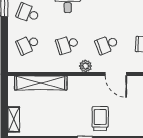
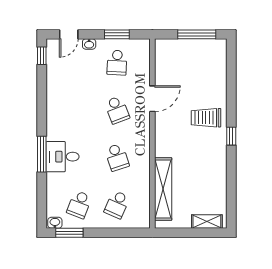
school desk: (28, 44) -> (117, 205), turned 48
plant: (86, 66) -> (143, 135), removed

